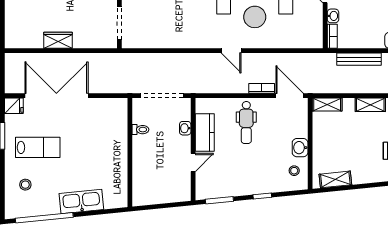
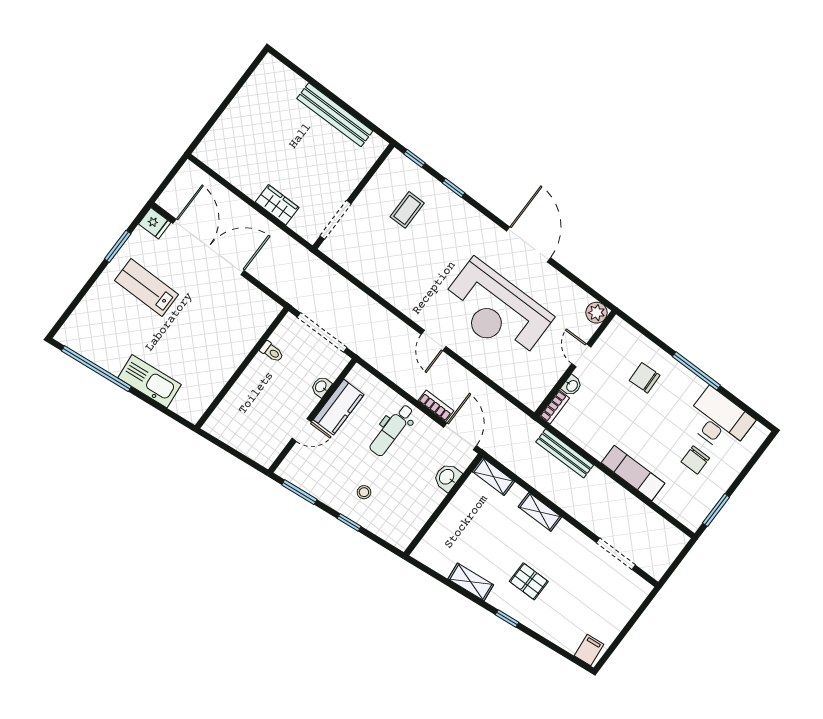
wardrobe: (58, 40) -> (277, 205), moved
lab bench: (38, 147) -> (146, 288), turned 180
washbasin: (300, 148) -> (447, 477), moved
stool: (294, 171) -> (364, 492), moved
shelving: (335, 179) -> (471, 582), moved
stool: (25, 185) -> (103, 318), removed

